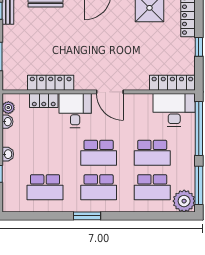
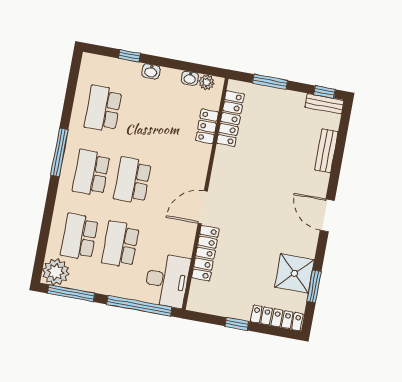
locker: (51, 83) -> (230, 119), moved
locker: (172, 83) -> (205, 253), moved
desk: (75, 111) -> (188, 162), removed
window: (87, 216) -> (59, 152), width x1.44

